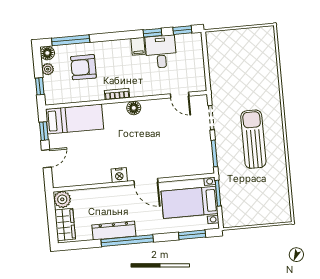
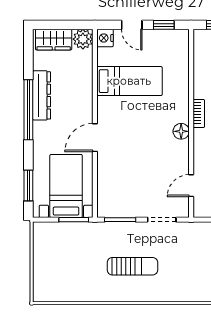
bed: (75, 119) -> (129, 81), moved, turned -90
sun lounger: (253, 139) -> (132, 266), width x0.73, depth x0.75
nightstand: (119, 175) -> (105, 38), moved

